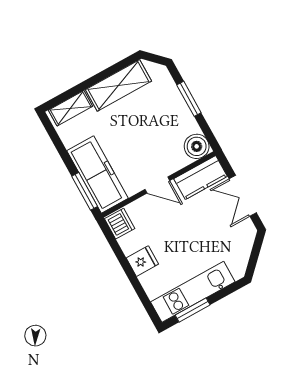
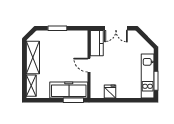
boiler: (197, 146) -> (81, 37), removed
door: (157, 185) -> (89, 65), swing flipped
dishwasher: (120, 224) -> (97, 92), removed
fridge: (142, 261) -> (110, 91), moved

